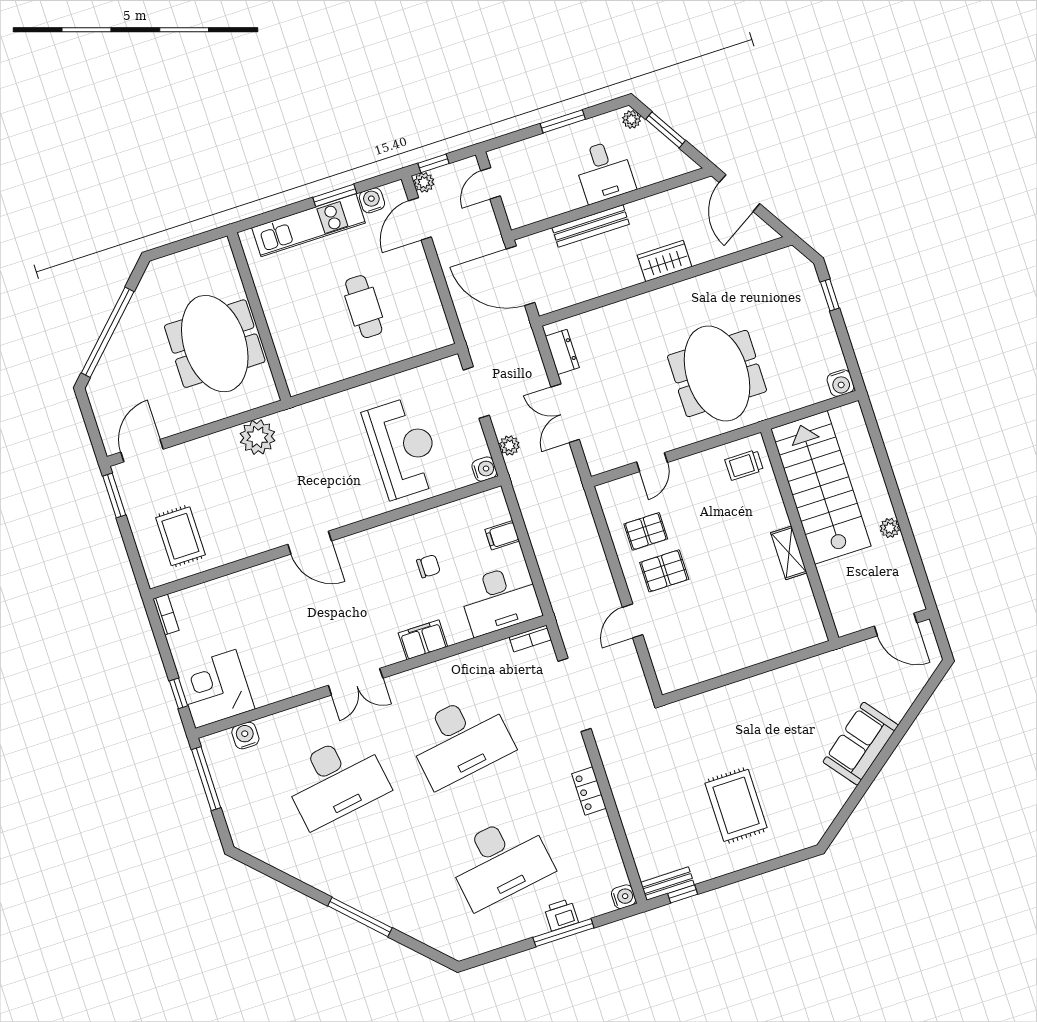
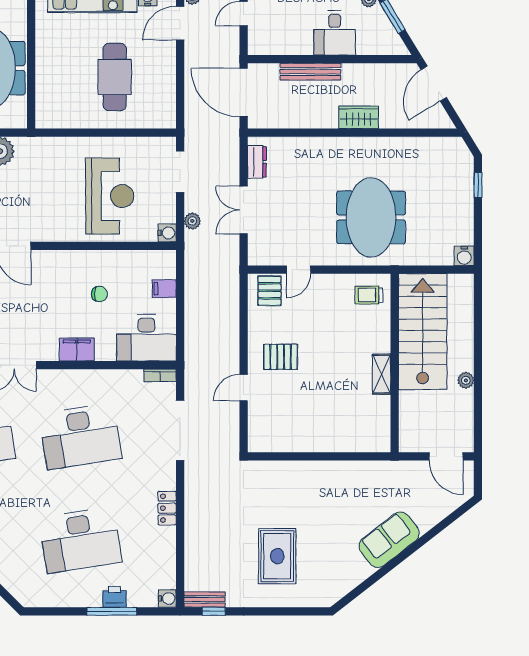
cafe table: (364, 307) -> (115, 77), width x1.37, depth x1.35
pallet: (646, 531) -> (269, 291), moved, turned 90

